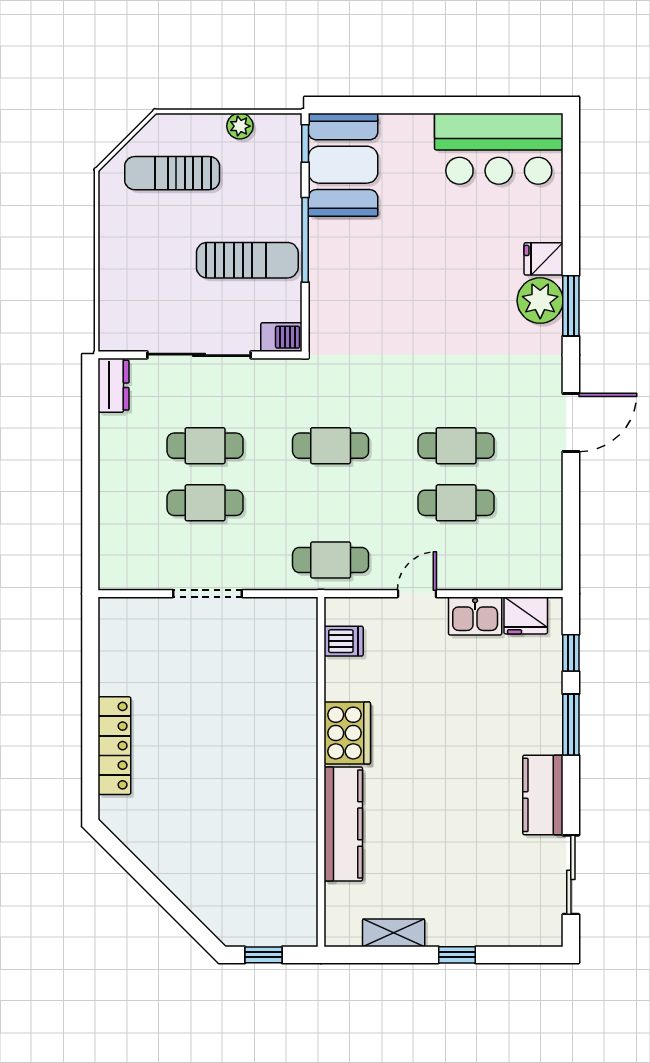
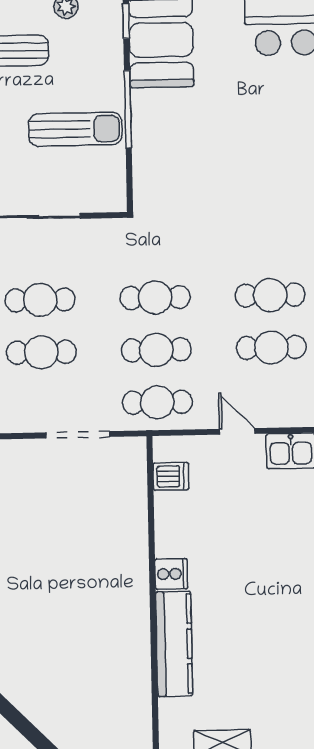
barbecue: (281, 337) -> (108, 199), removed
cafe table: (331, 503) -> (156, 350), added
doorway: (208, 594) -> (78, 435), moved
door: (417, 594) -> (237, 431), hinge flipped
cooker: (347, 733) -> (171, 574), width x0.53, depth x0.76

